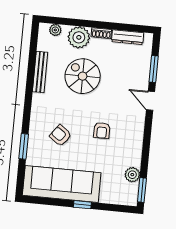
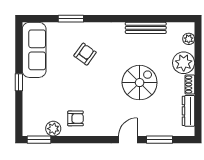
spiral stairs: (83, 76) -> (140, 83), moved
armchair: (102, 130) -> (76, 118), moved, turned 180
sofa: (62, 184) -> (34, 50), width x0.74, depth x0.79

